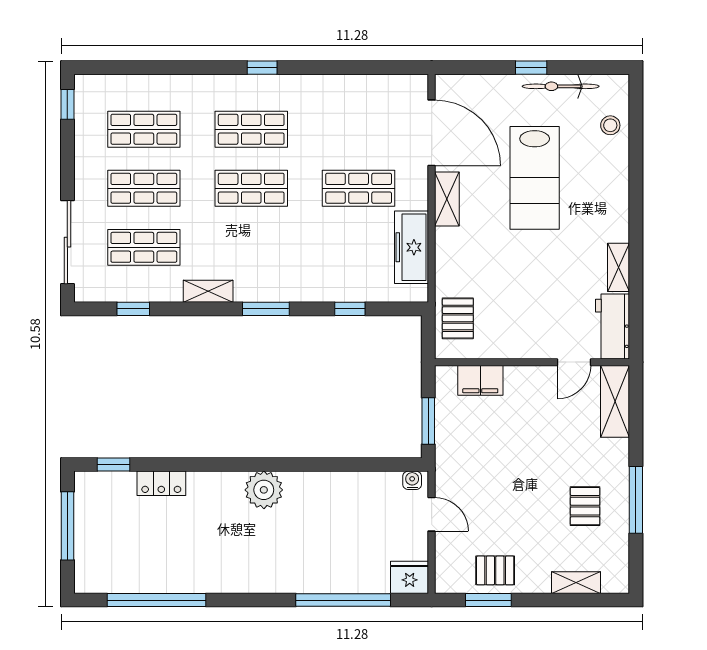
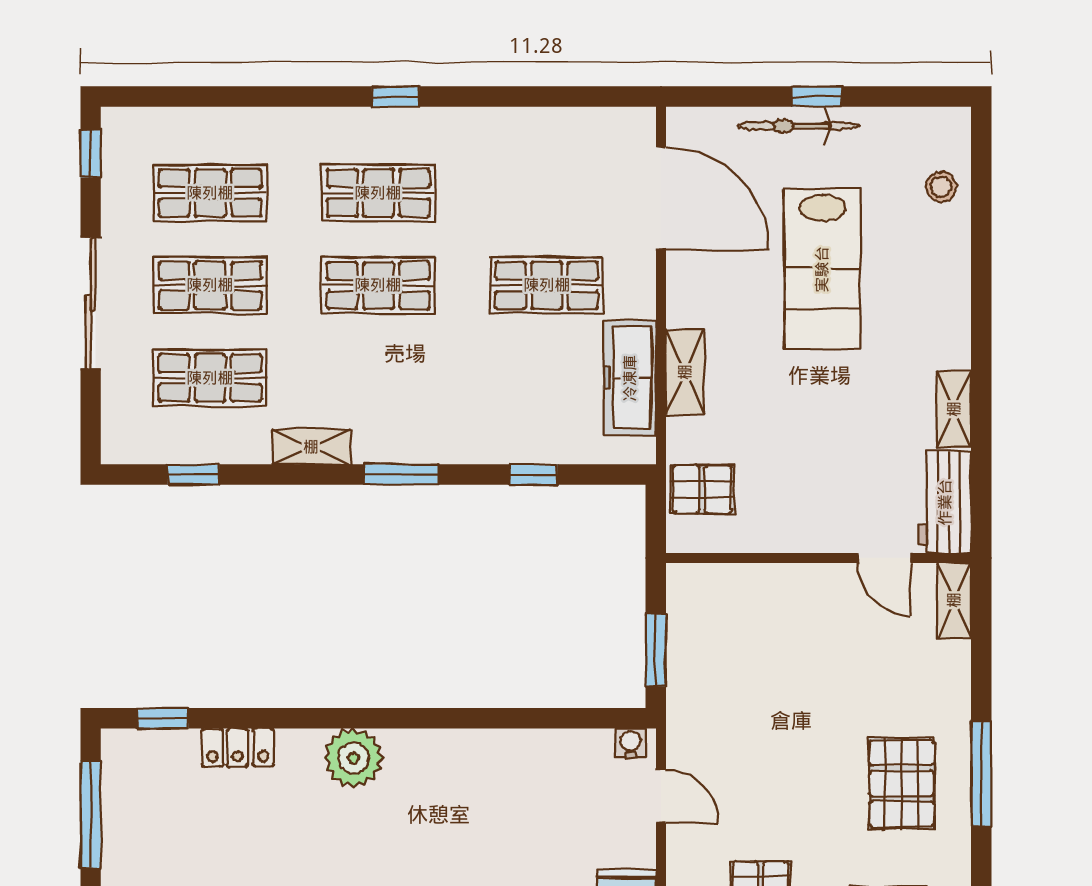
bicycle: (561, 86) -> (798, 126), moved
shelving: (447, 199) -> (685, 372), moved
sliding door: (67, 242) -> (91, 303), moved
pallet: (458, 318) -> (702, 489), turned 90
door: (574, 362) -> (884, 558), hinge flipped
filing cabinet: (480, 380) -> (737, 586), removed
shelving: (615, 401) -> (954, 600), width x0.67, depth x0.75
plant: (264, 490) -> (353, 758), moved
pallet: (585, 506) -> (902, 783), width x1.50, depth x1.42

